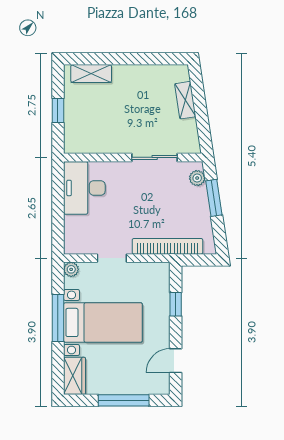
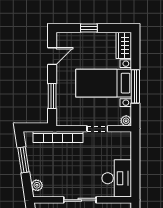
sliding door: (155, 157) -> (80, 200), moved
window: (214, 198) -> (23, 160), moved
window: (176, 304) -> (52, 96), width x1.50
window: (124, 400) -> (89, 28), width x0.46

